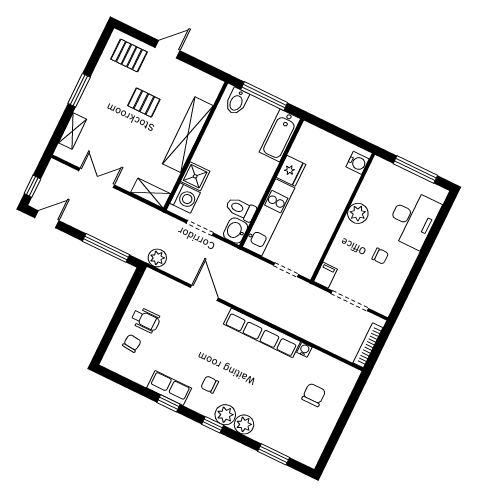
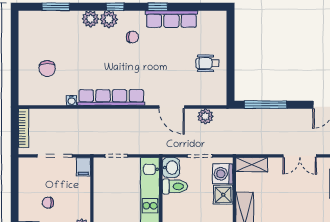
plant: (157, 258) -> (205, 116), moved
chair: (132, 343) -> (209, 40), removed
row of seats: (169, 388) -> (171, 19), width x1.48

